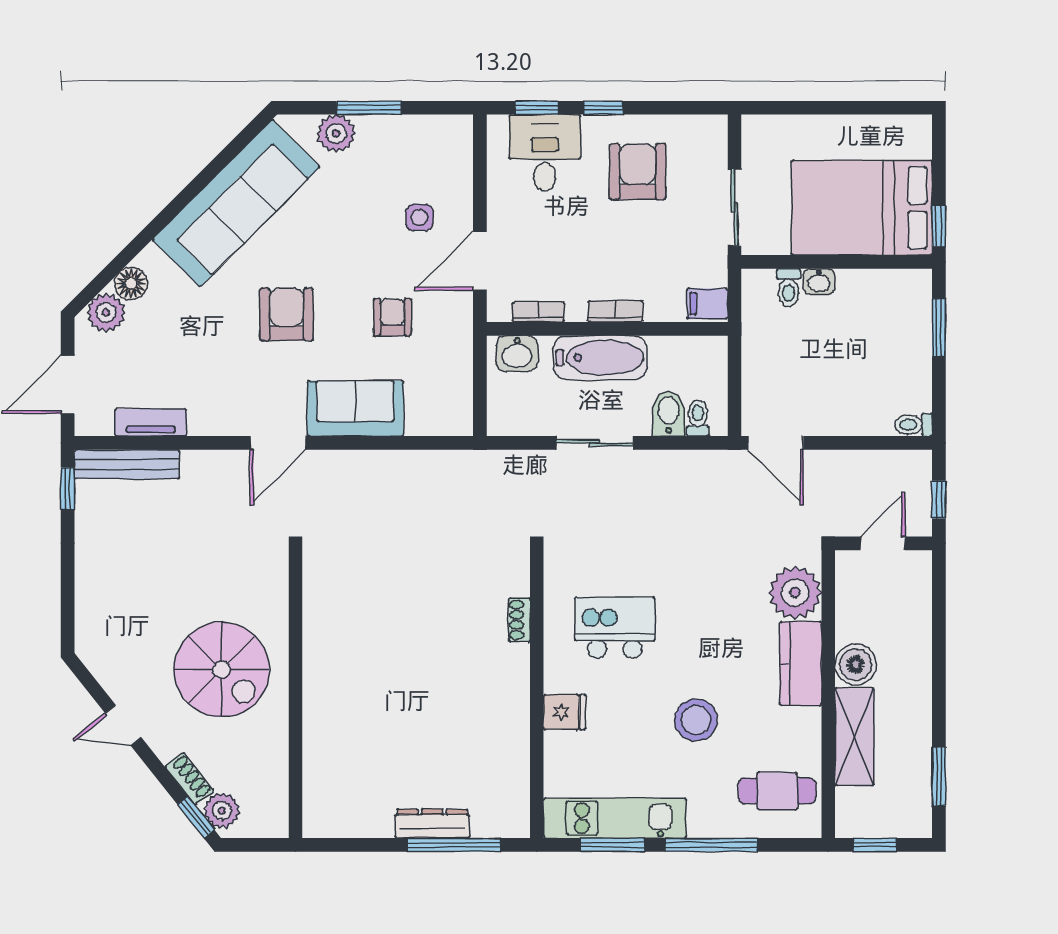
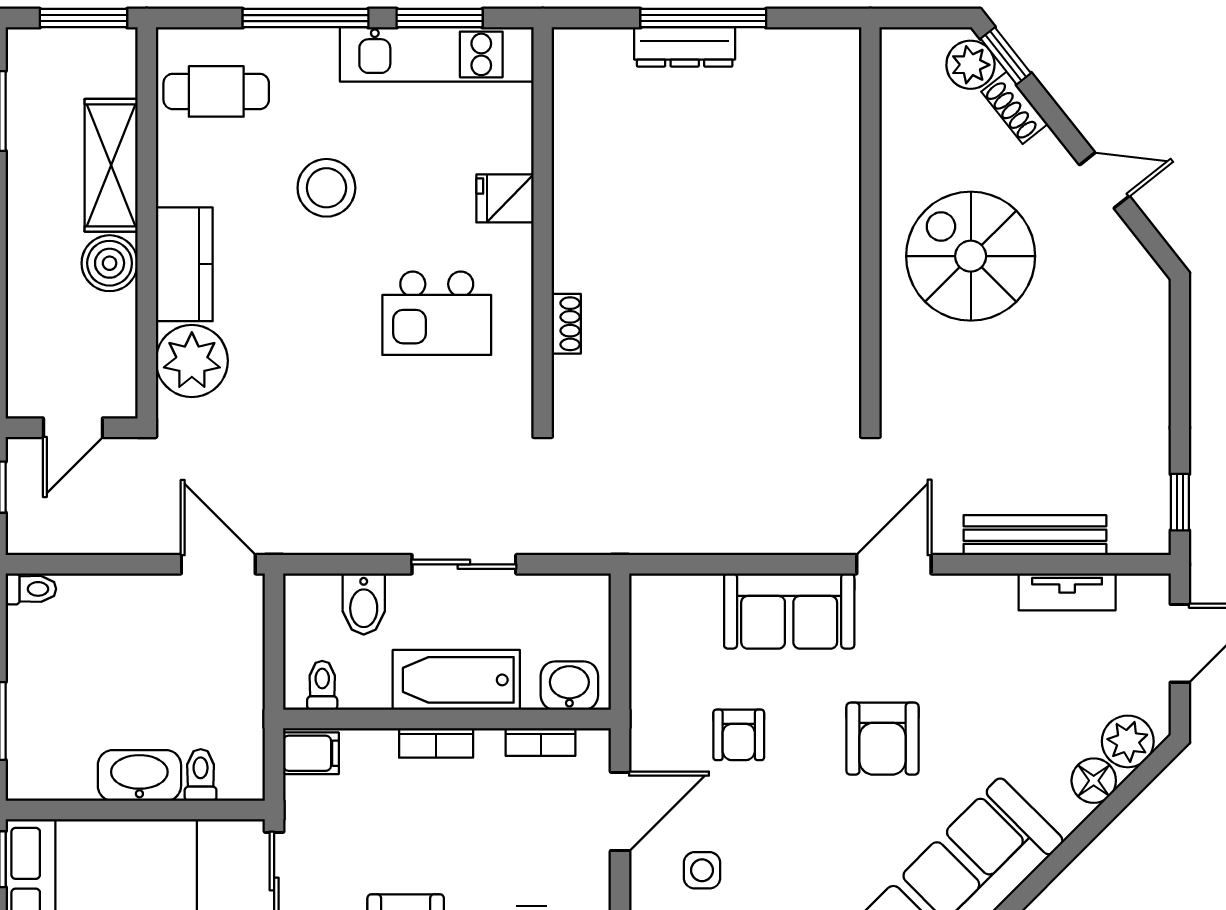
washbasin: (819, 282) -> (139, 775), width x1.91, depth x1.45
toilet: (698, 418) -> (322, 685), moved, turned 180
bench: (127, 464) -> (1035, 535), moved
window: (454, 845) -> (703, 18), moved
window: (875, 845) -> (83, 18), width x1.50

